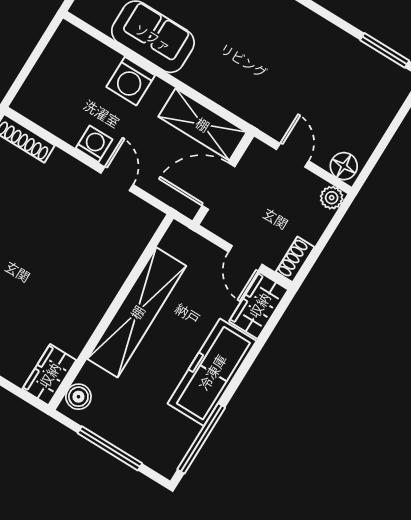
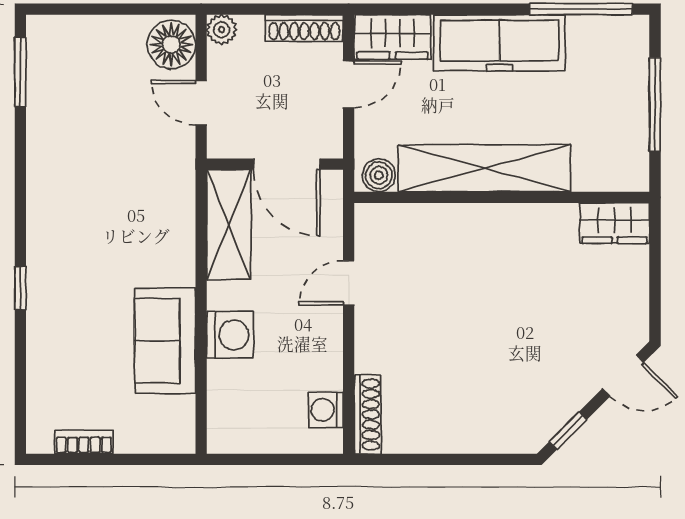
washing machine: (94, 144) -> (325, 410), moved
door: (293, 155) -> (201, 103), hinge flipped
floor lamp: (344, 166) -> (171, 45), width x1.38, depth x1.38
shoe rack: (295, 259) -> (304, 28), width x1.43
boiler: (78, 397) -> (379, 175), moved

